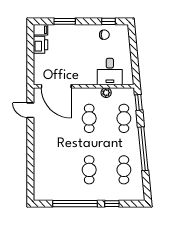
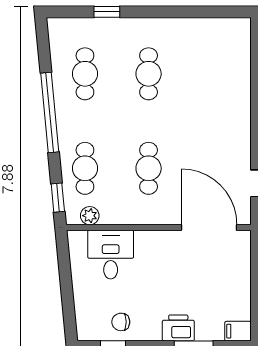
printer: (40, 45) -> (178, 328), moved, turned 90
plant: (106, 93) -> (90, 216), moved
window: (75, 204) -> (175, 12), removed

